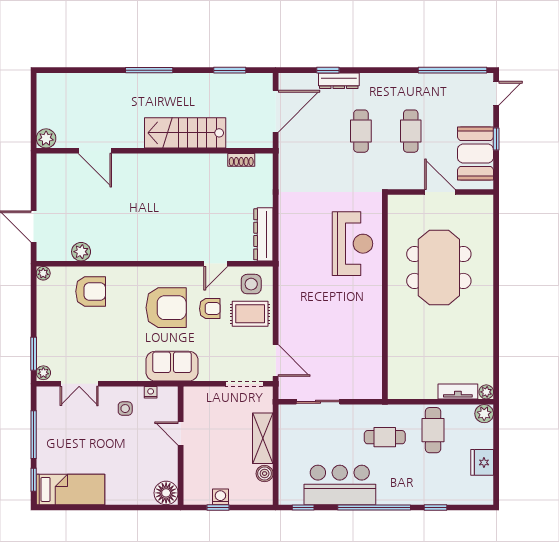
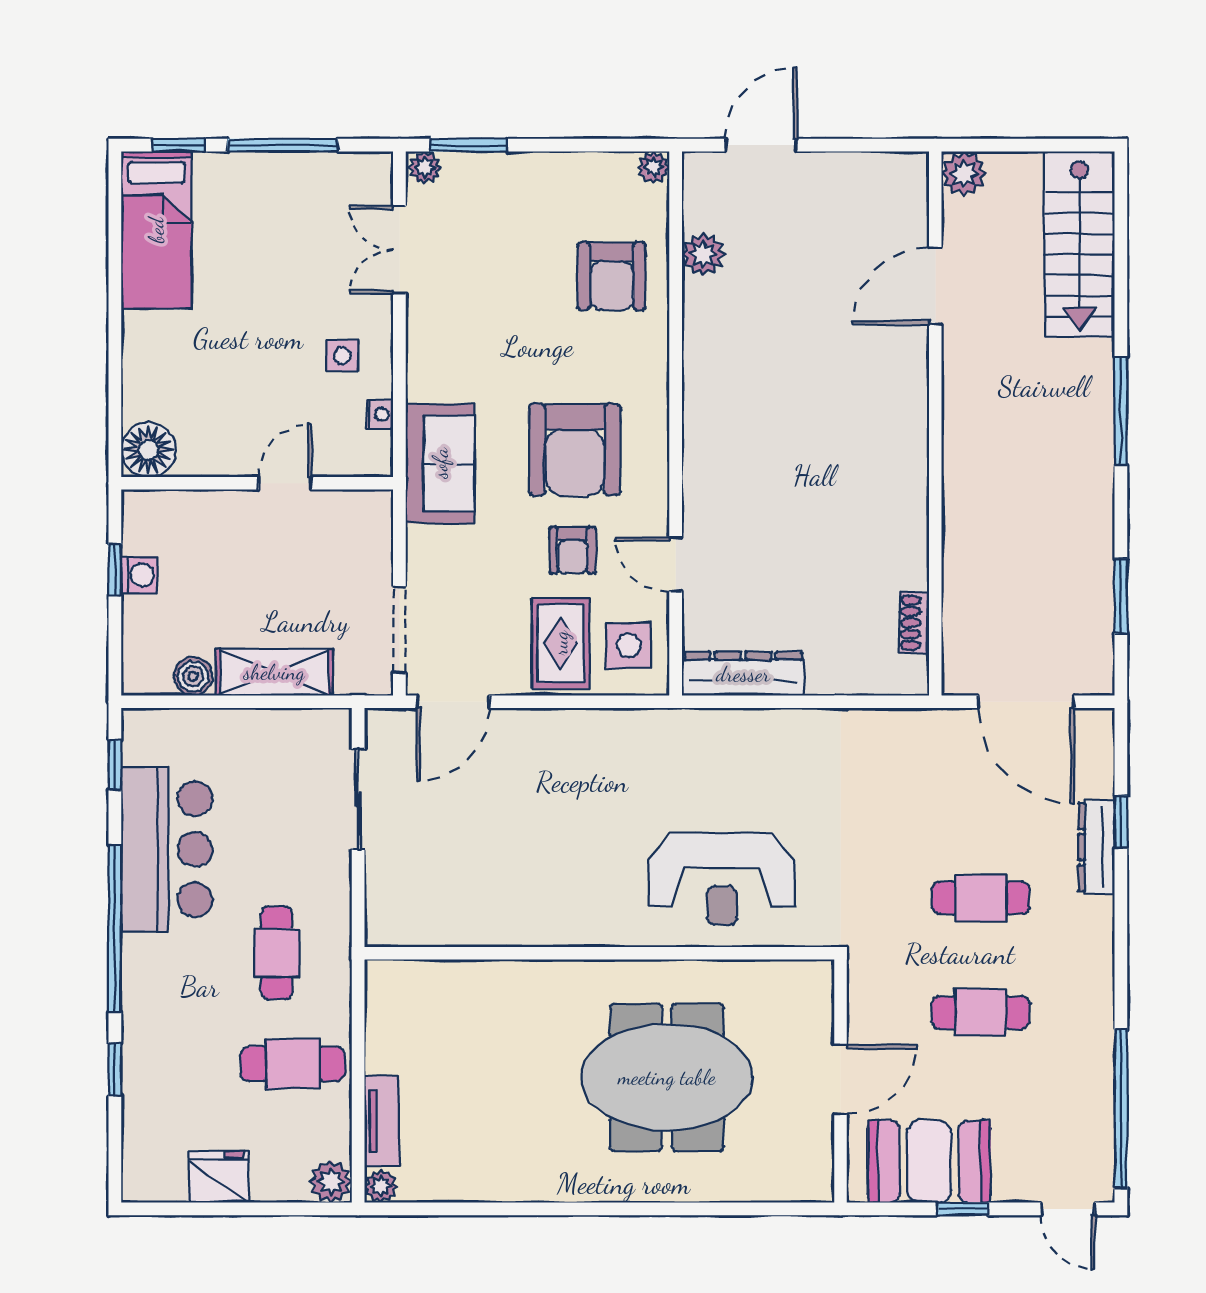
stairs: (185, 133) -> (1080, 244), moved, turned 180

